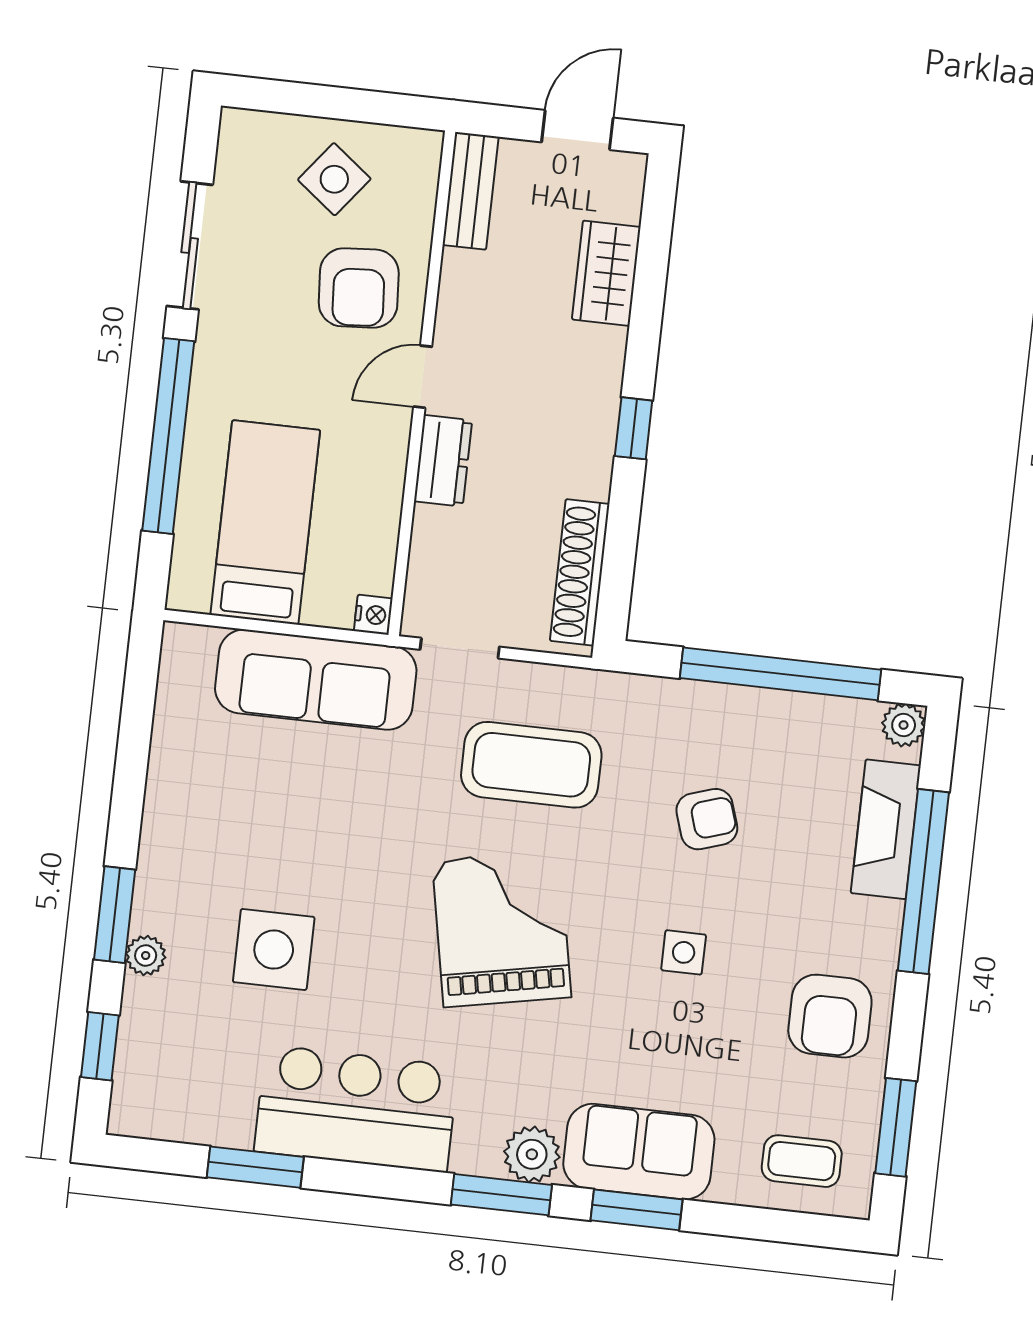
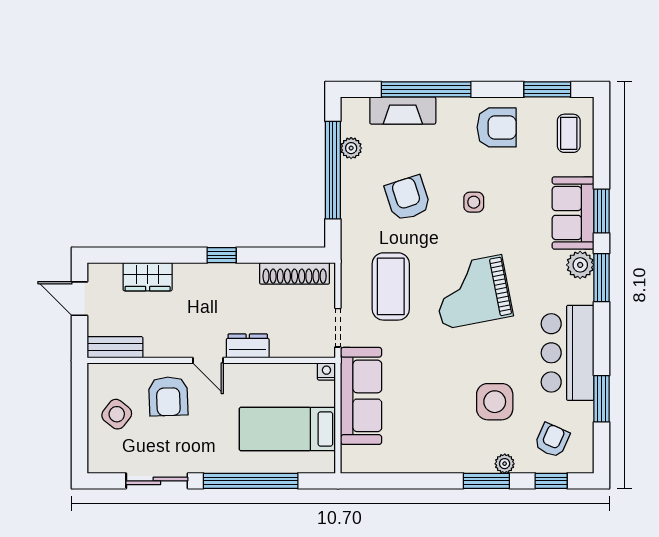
armchair: (359, 288) -> (168, 396), turned 92
plant: (904, 725) -> (351, 148), moved
armchair: (707, 819) -> (408, 198), width x1.38, depth x1.38
armchair: (182, 1057) -> (552, 440), added

